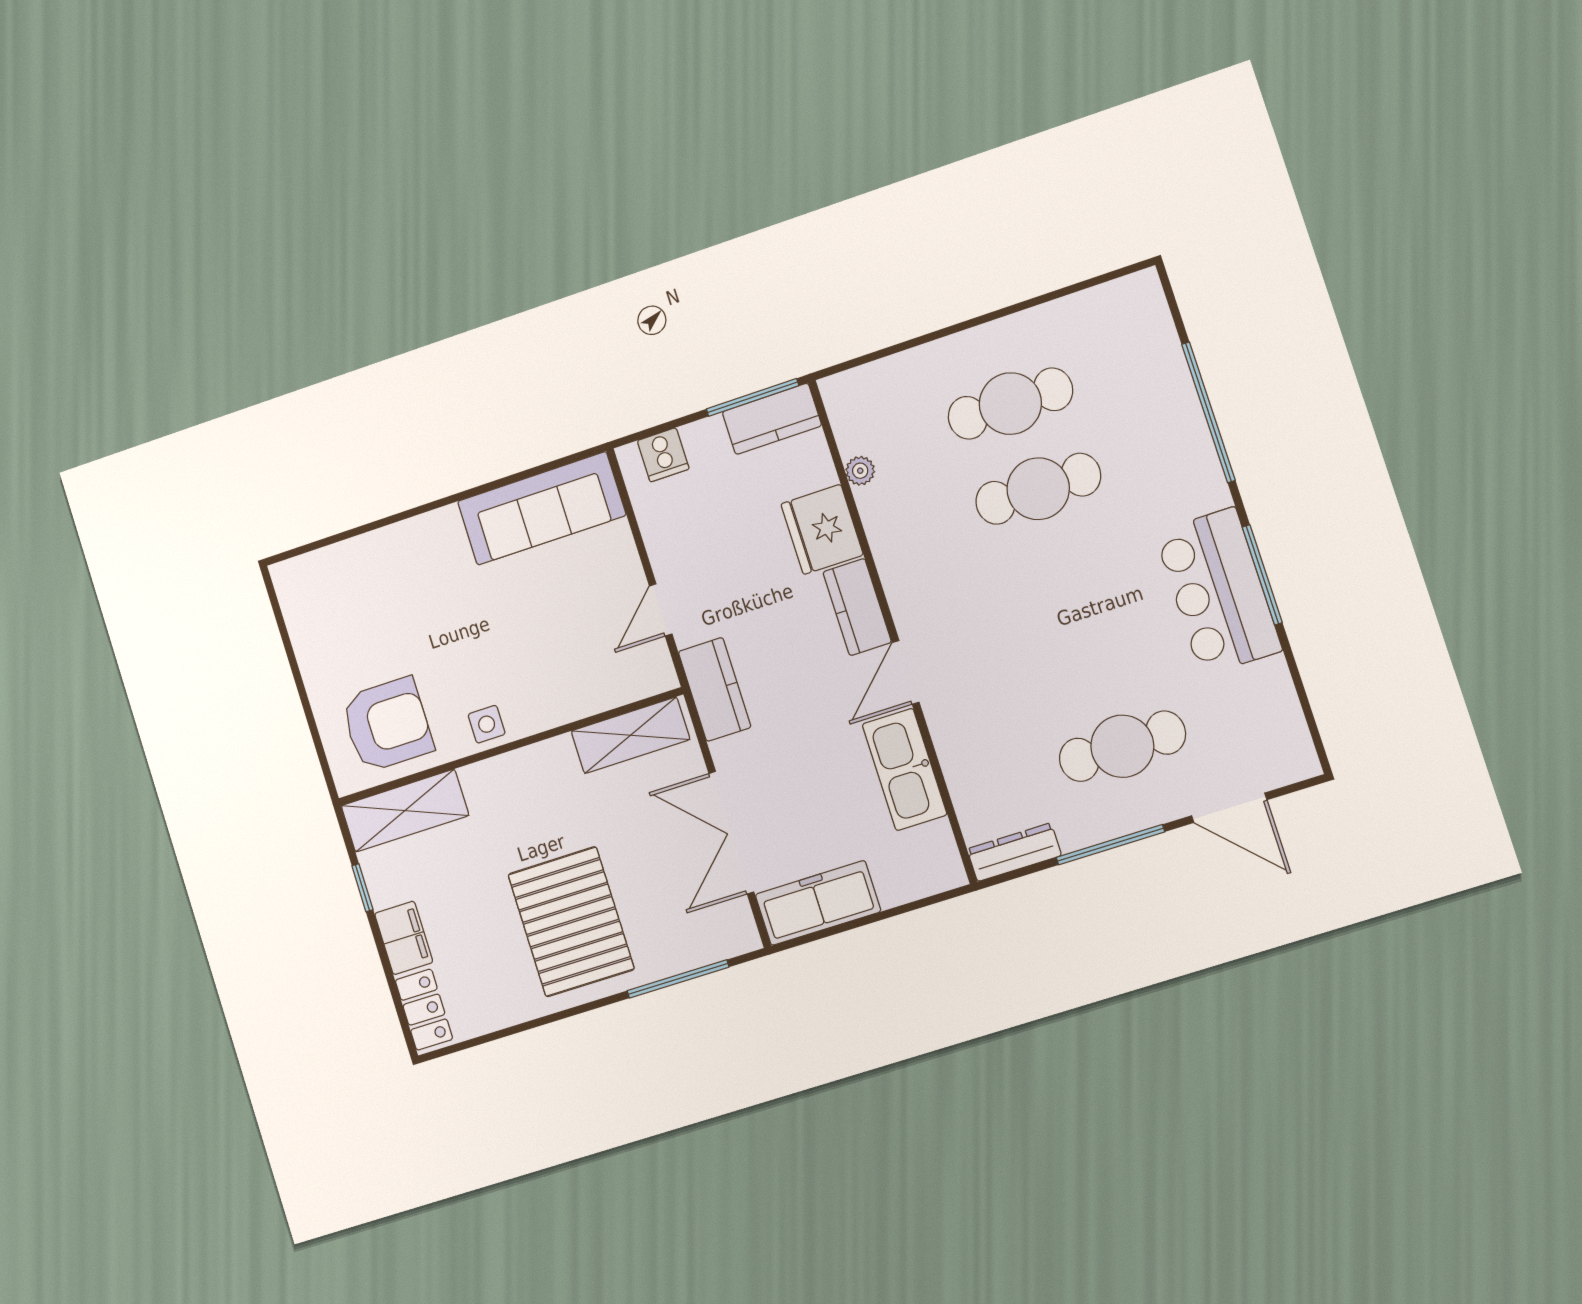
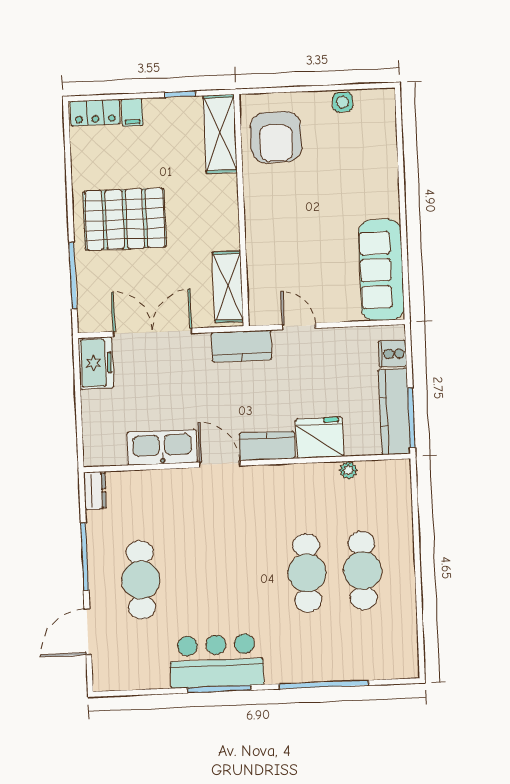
kitchen counter: (772, 419) -> (394, 411), width x1.50
side table: (487, 724) -> (343, 102), moved
dresser: (1014, 852) -> (95, 491), width x0.70
freezer: (818, 903) -> (96, 363), width x0.71
filing cabinet: (404, 938) -> (132, 112), width x0.50

